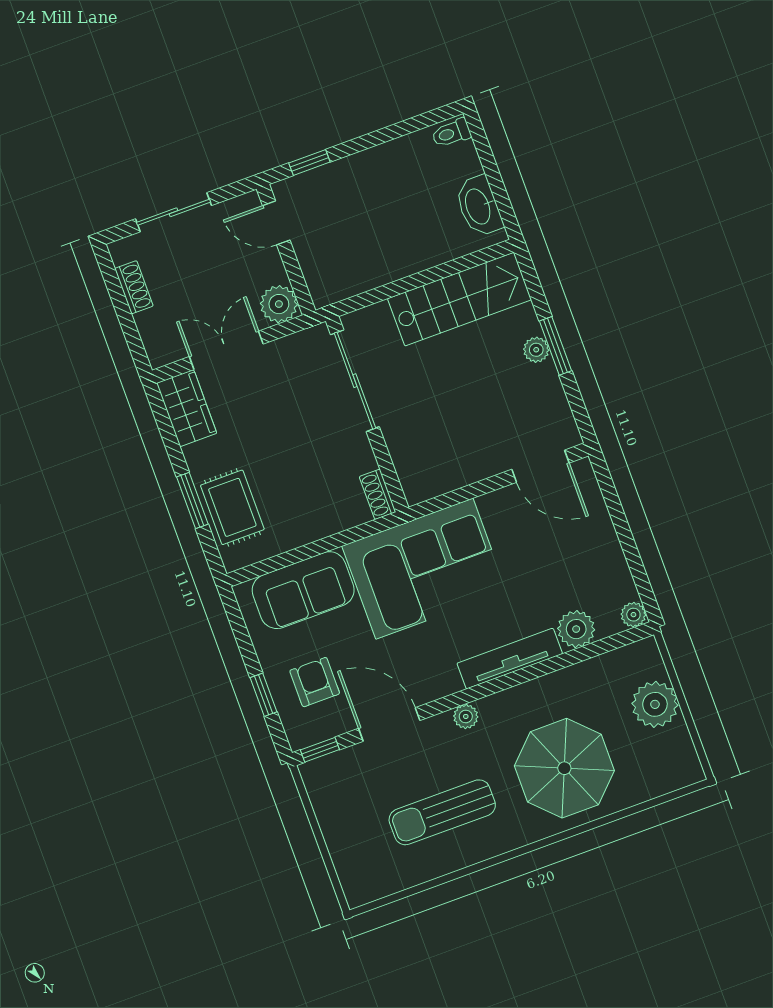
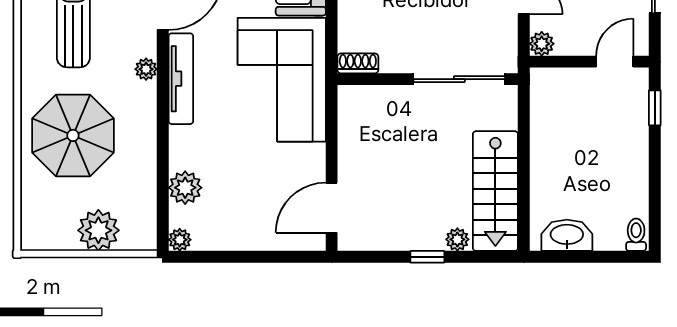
plant: (279, 304) -> (542, 44), width x0.73, depth x0.73
window: (555, 346) -> (427, 257), width x0.67
plant: (536, 350) -> (457, 239), moved
tv unit: (510, 659) -> (181, 79), moved

